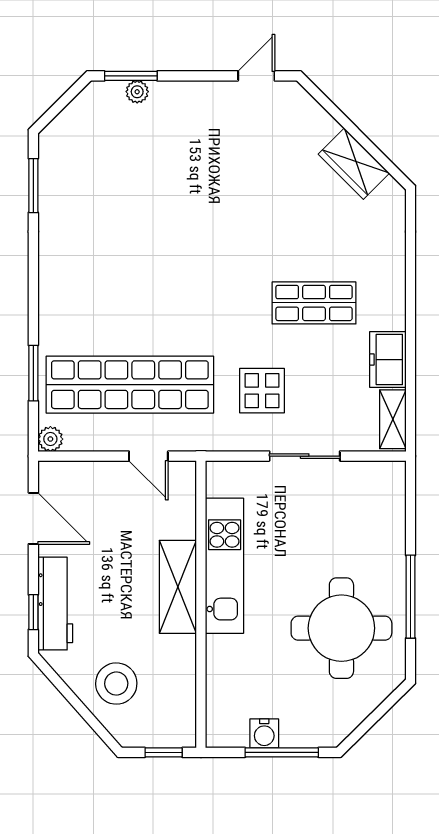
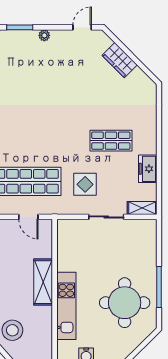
plant: (137, 92) -> (44, 35), moved
wardrobe: (354, 164) -> (120, 60), moved
shelving: (393, 419) -> (142, 208), moved, turned 90
kitchen unit: (225, 566) -> (66, 306), moved

